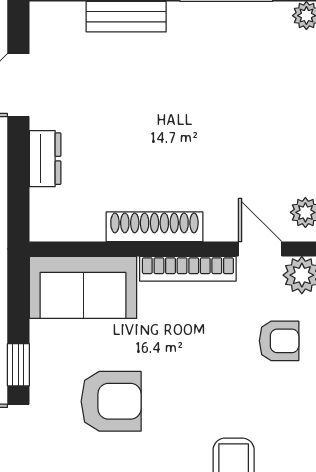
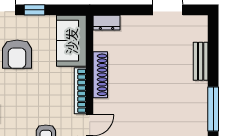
dresser: (45, 159) -> (107, 23), moved

